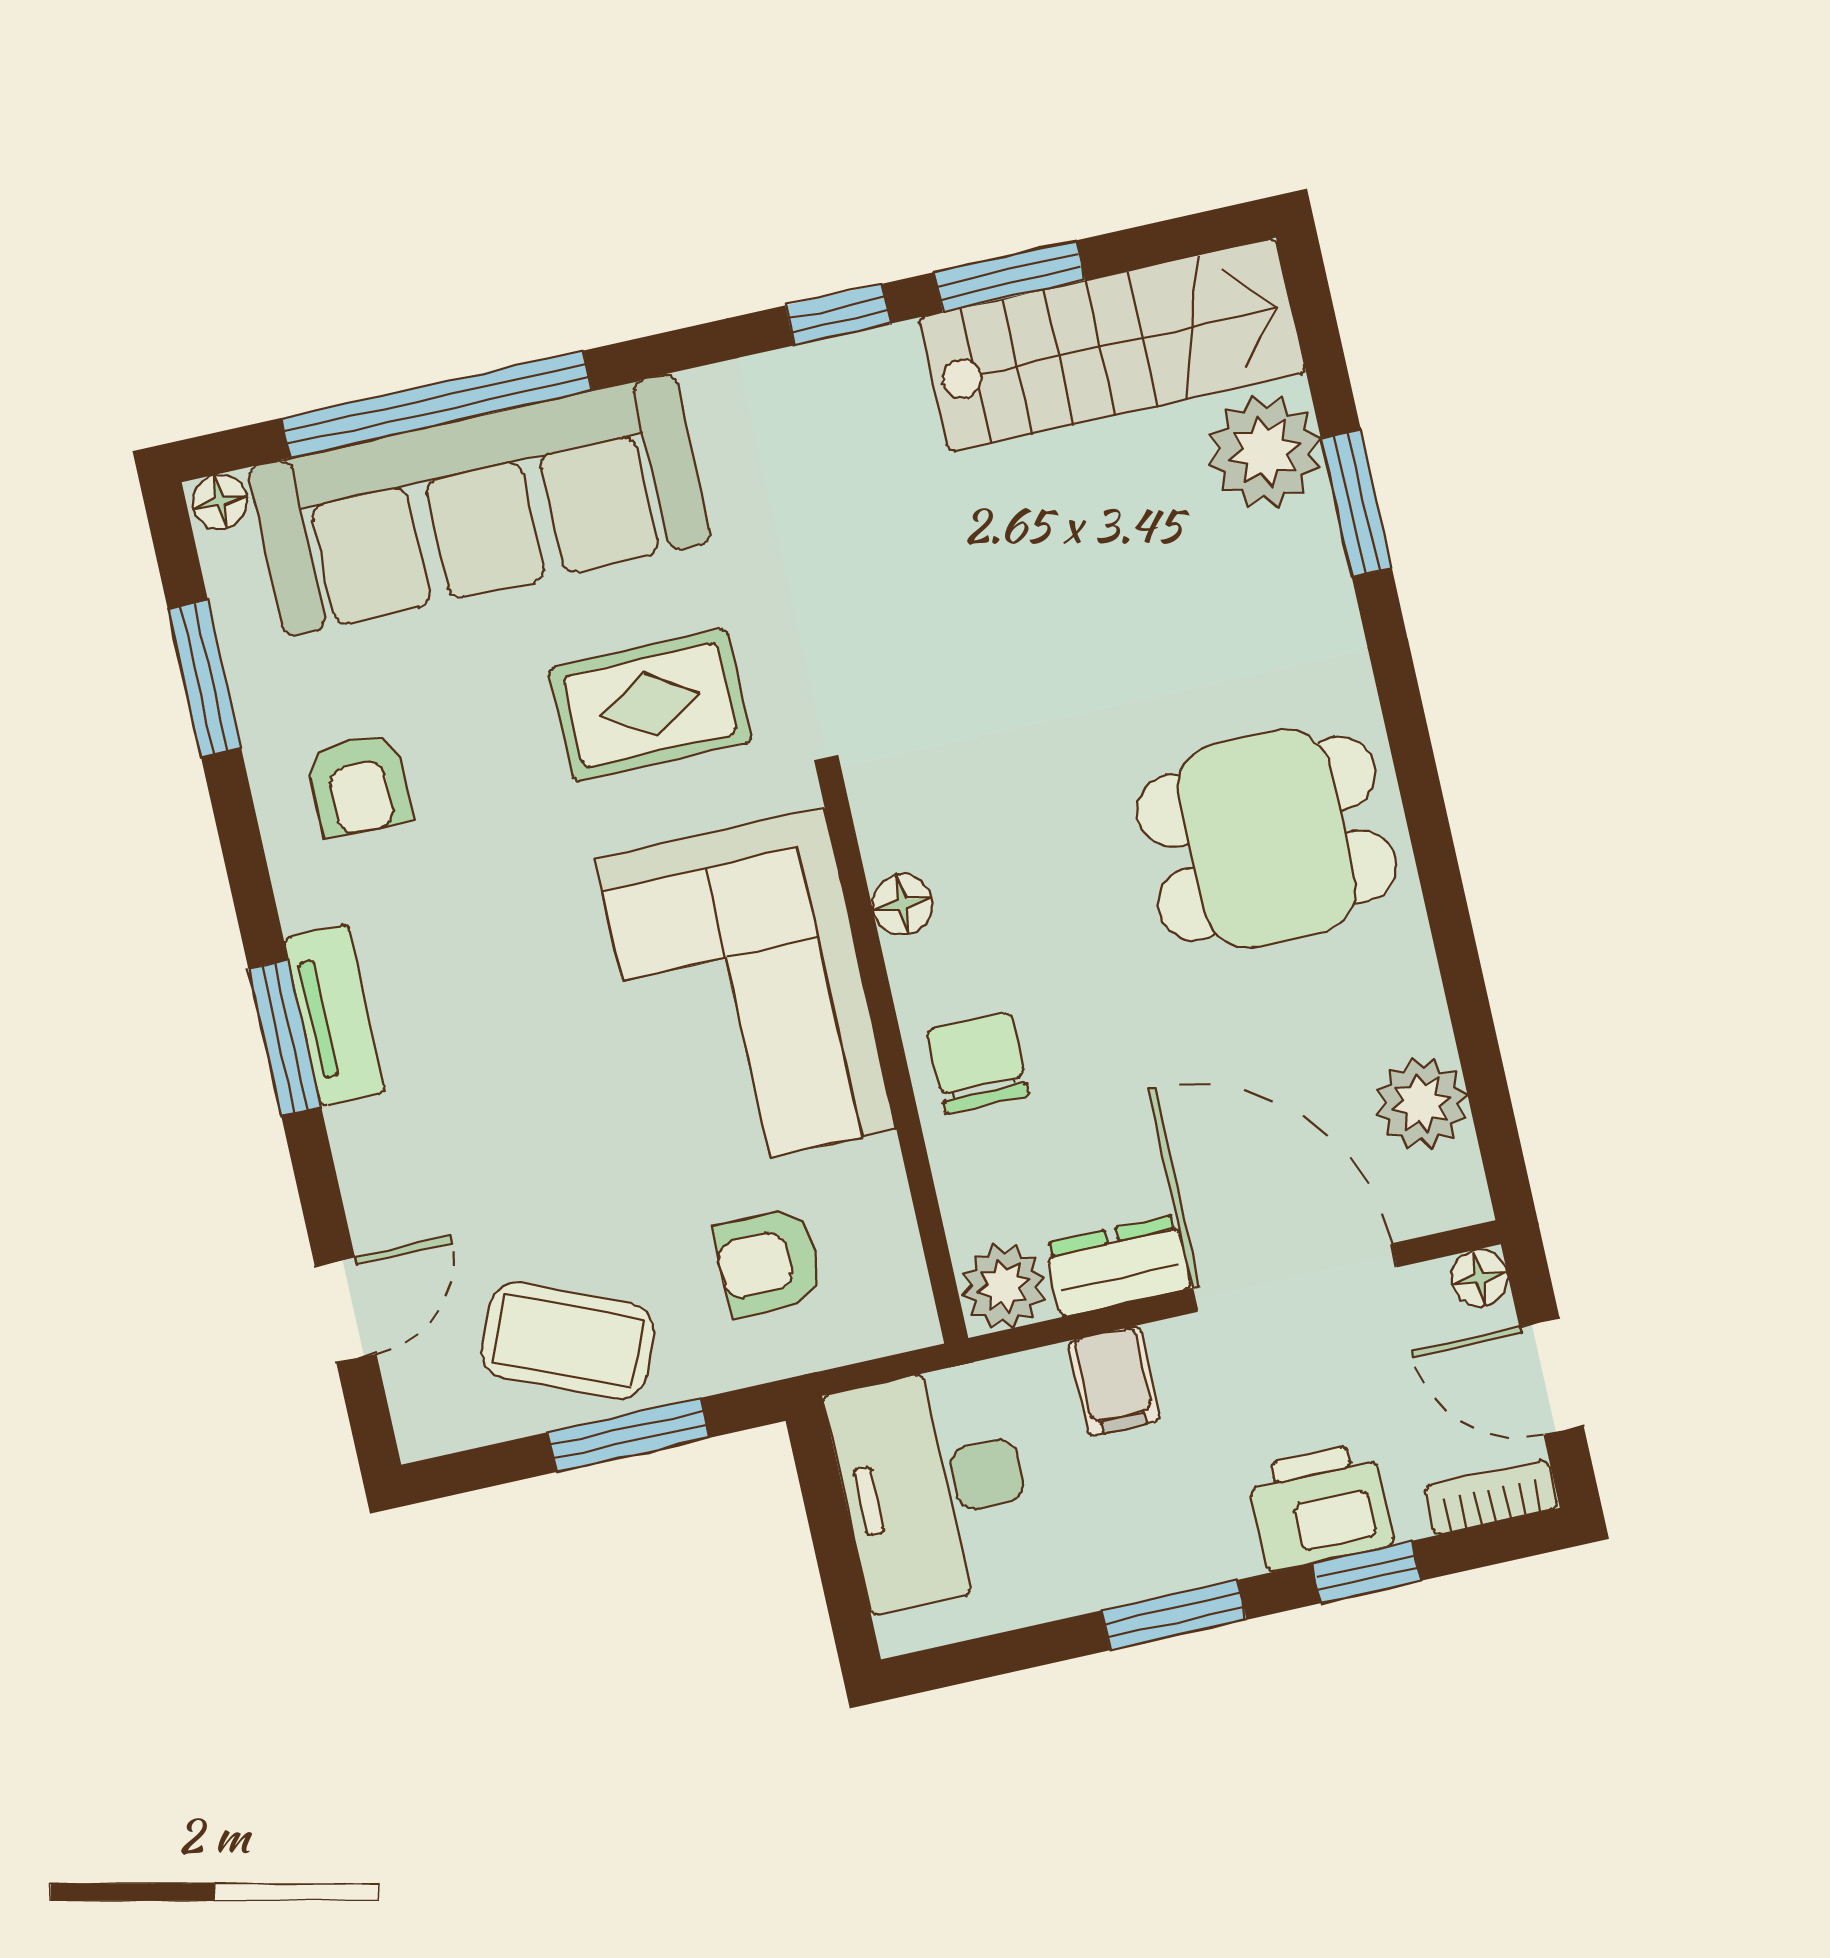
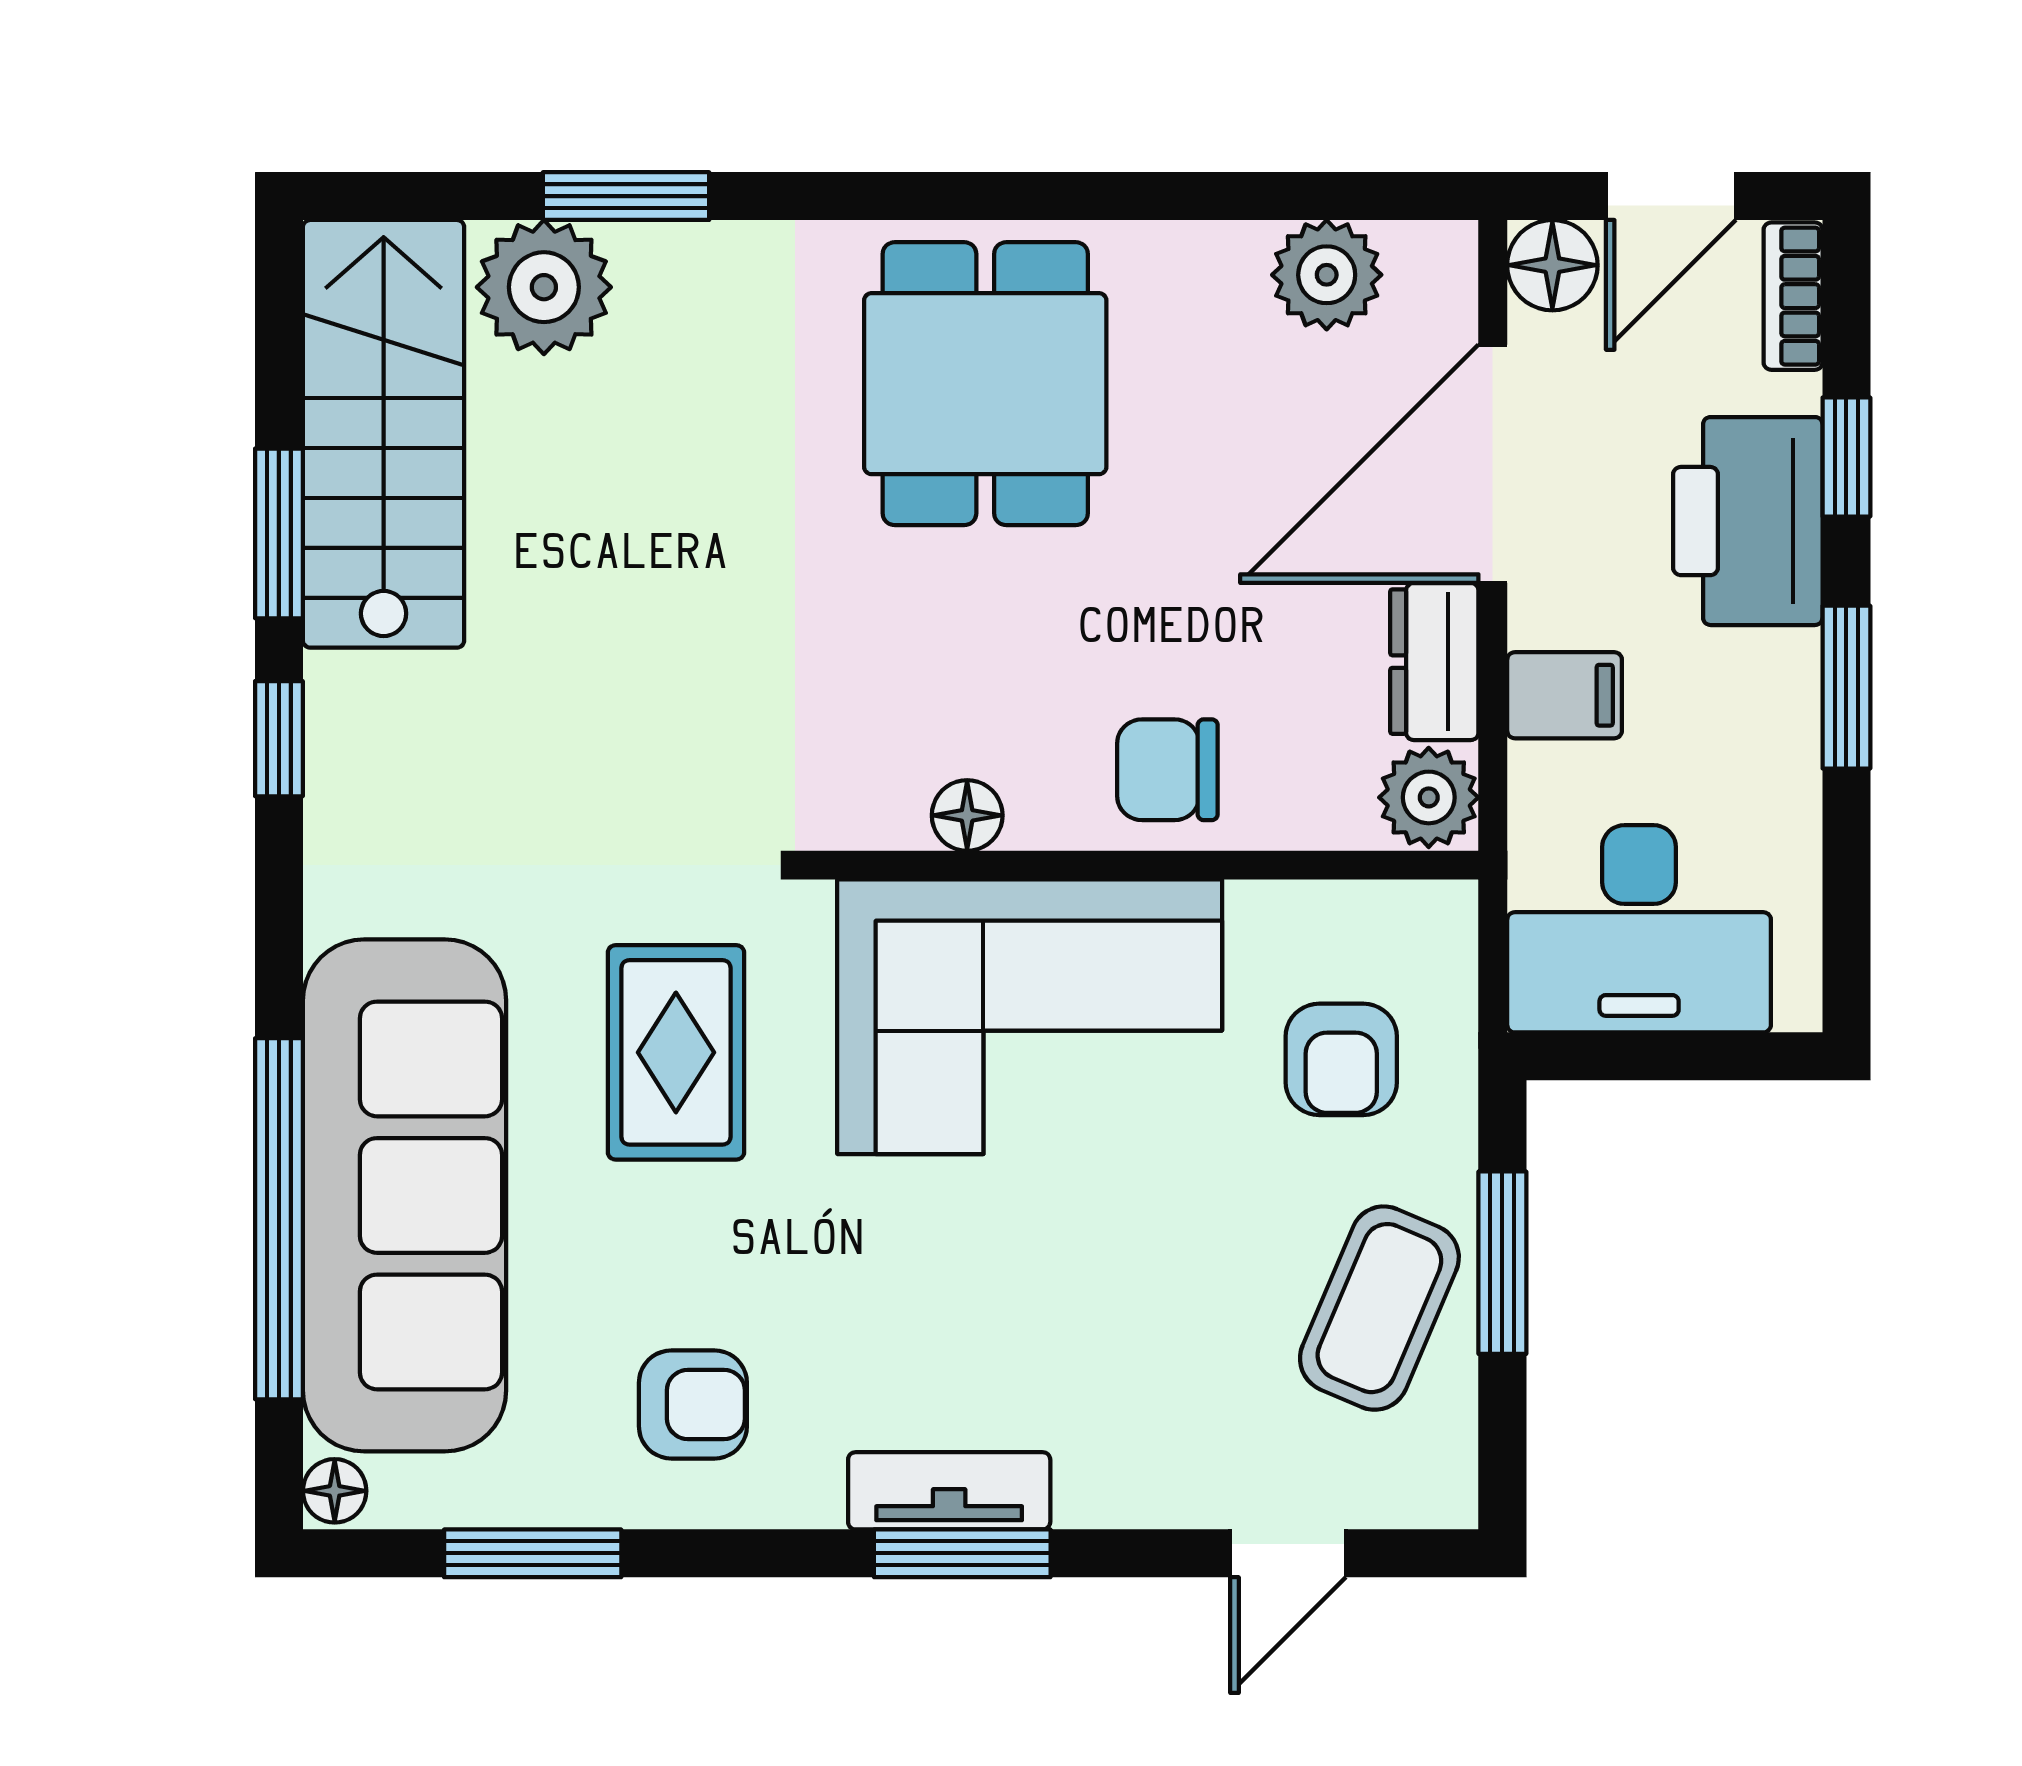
floor lamp: (1480, 1278) -> (1552, 265), width x1.37, depth x1.37
door: (346, 1310) -> (1288, 1553), swing flipped
printer: (1320, 1506) -> (1748, 521), width x1.37, depth x1.19

